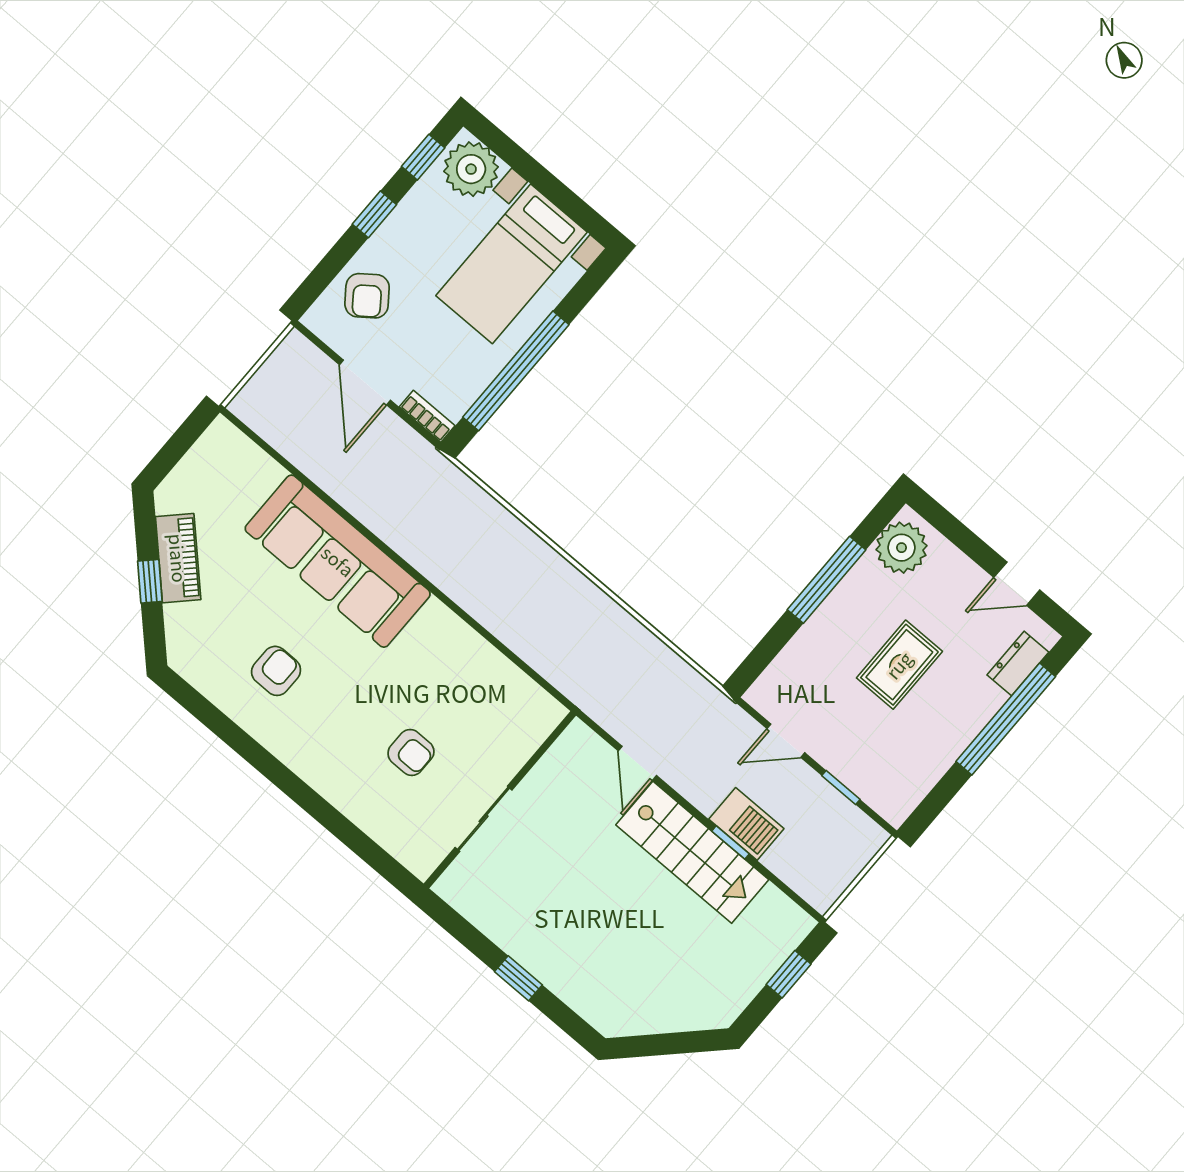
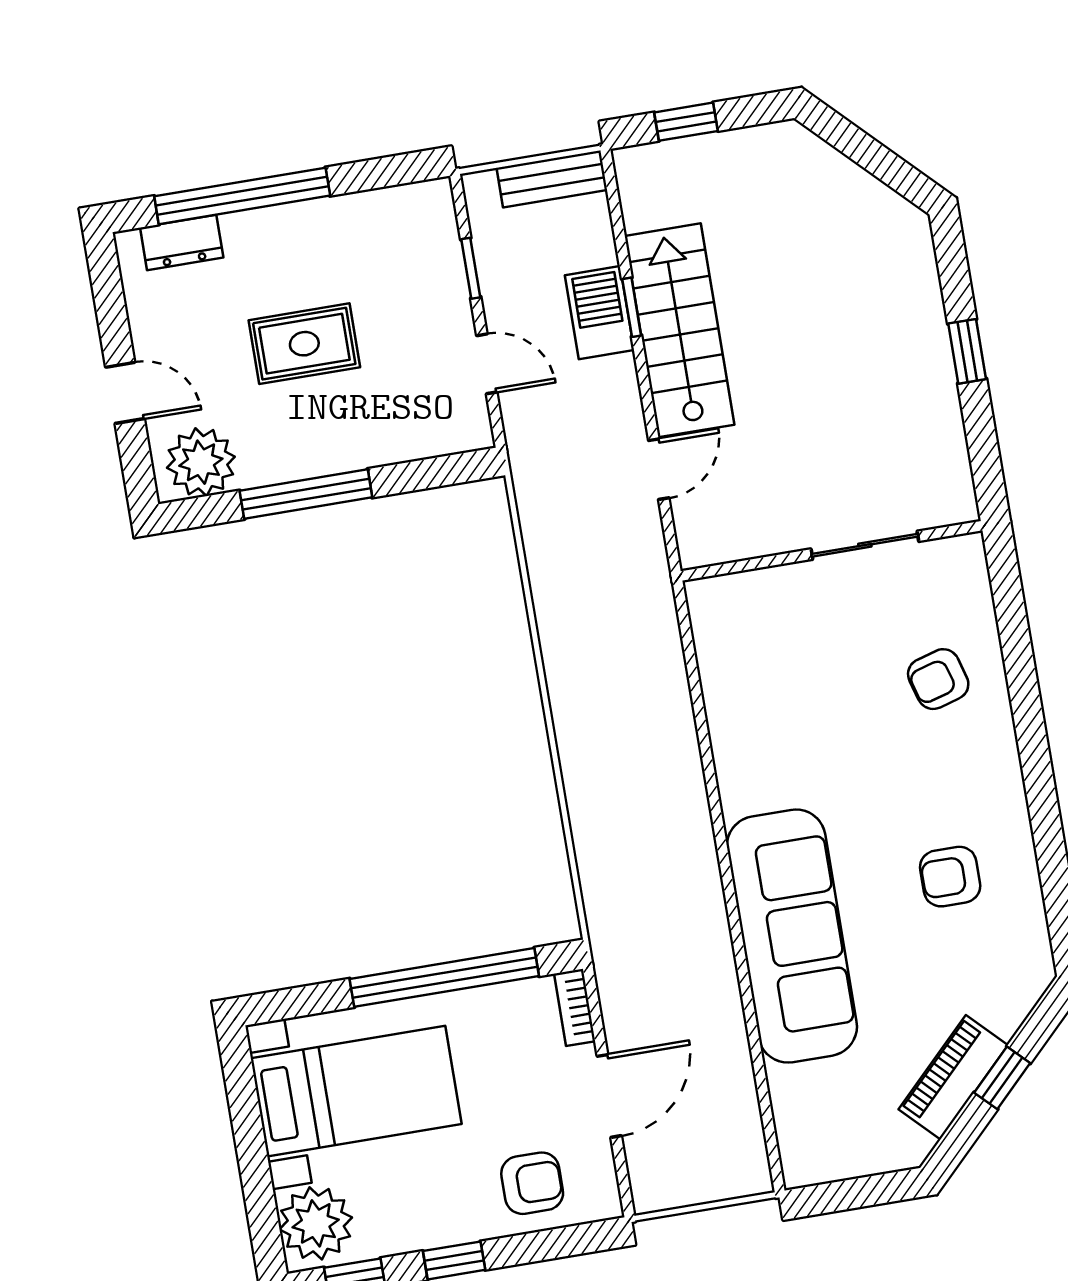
armchair: (367, 296) -> (532, 1183), turned 37
door: (1017, 584) -> (125, 393), moved
armchair: (411, 752) -> (938, 679), moved, turned -106
bench: (837, 877) -> (552, 179), added

